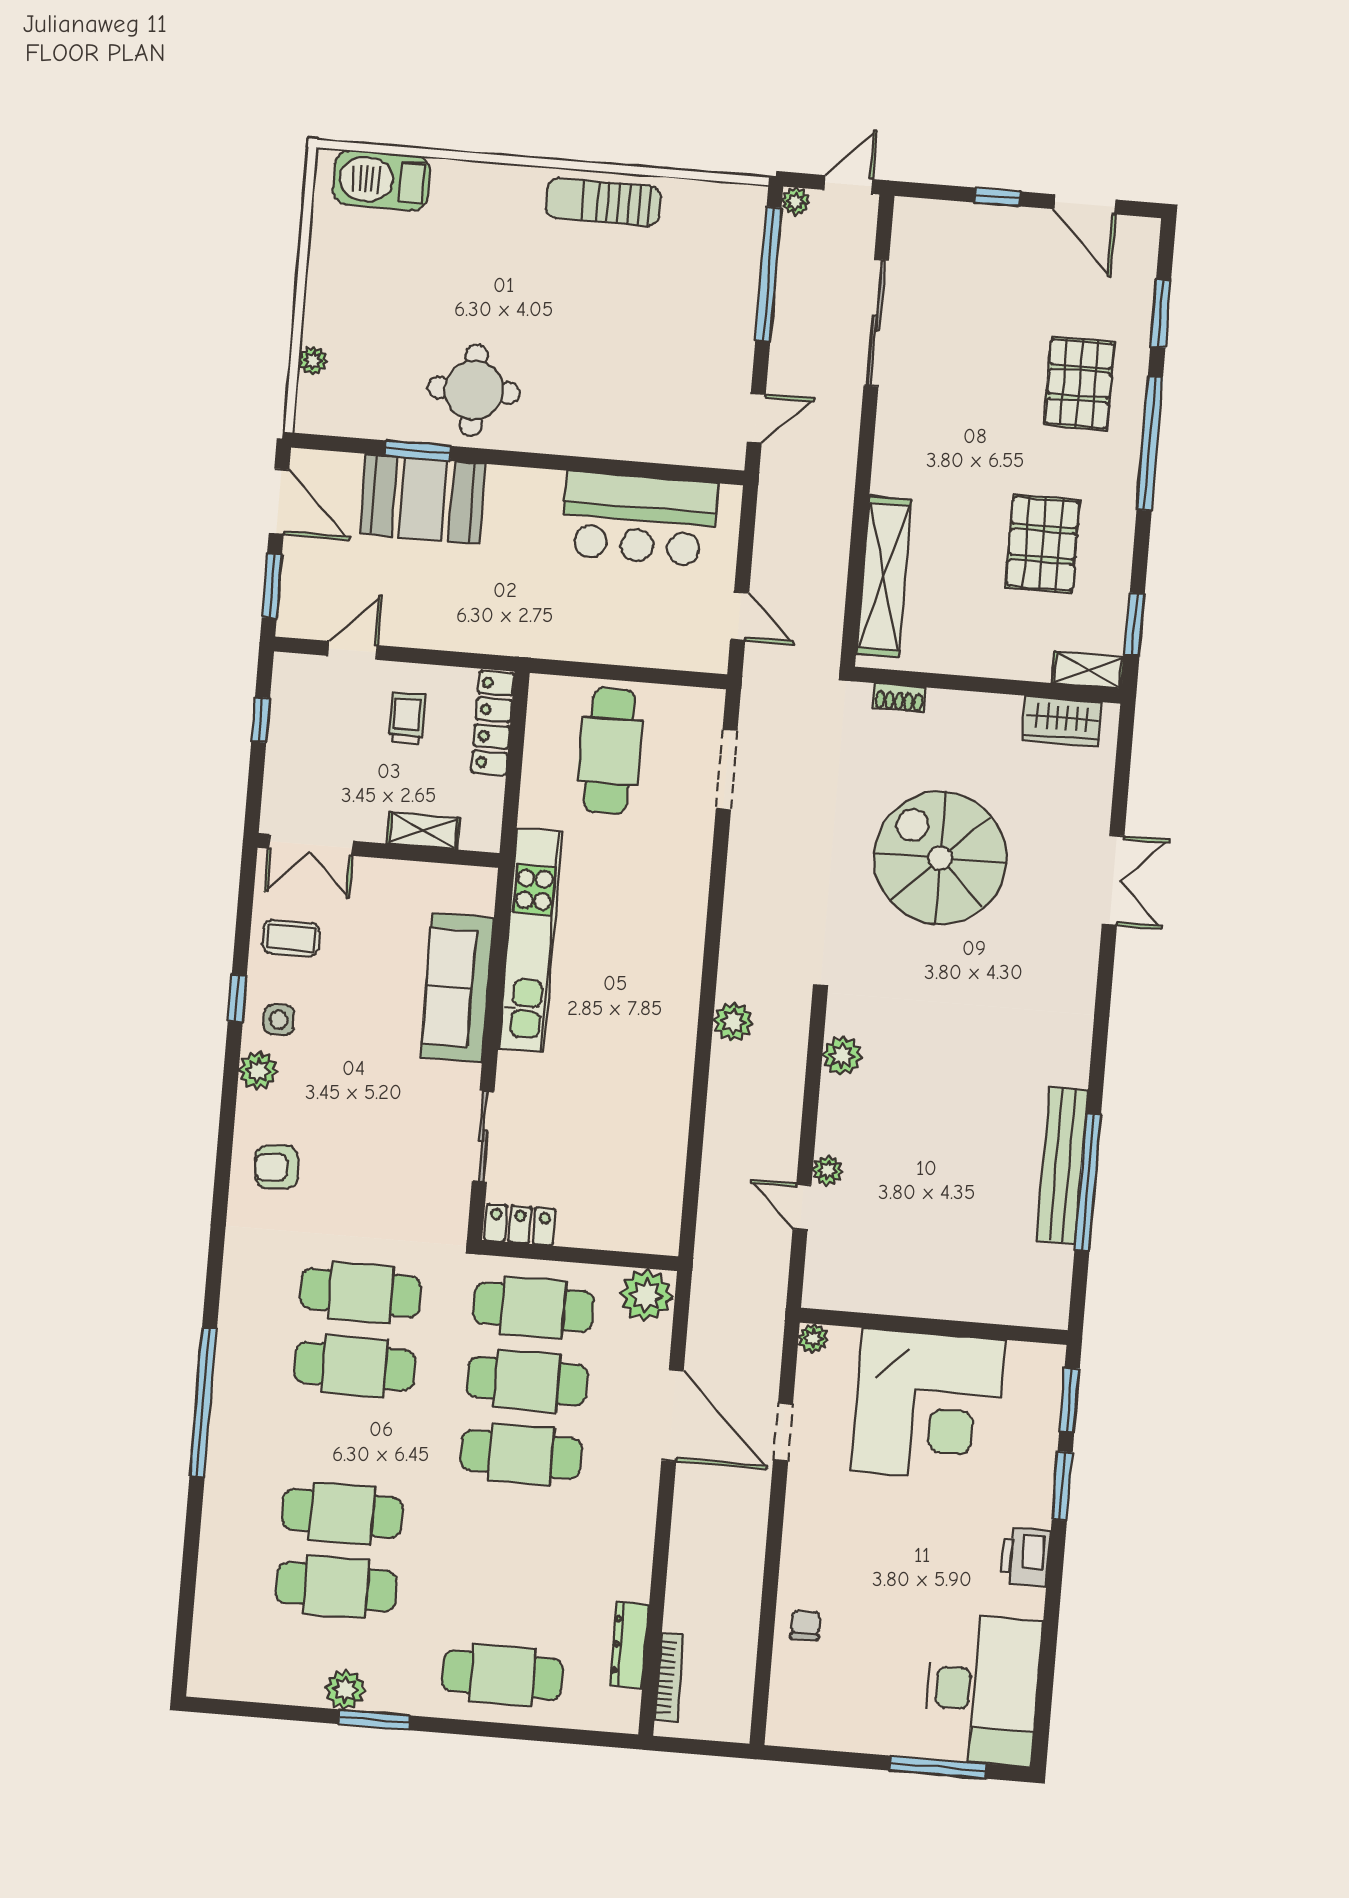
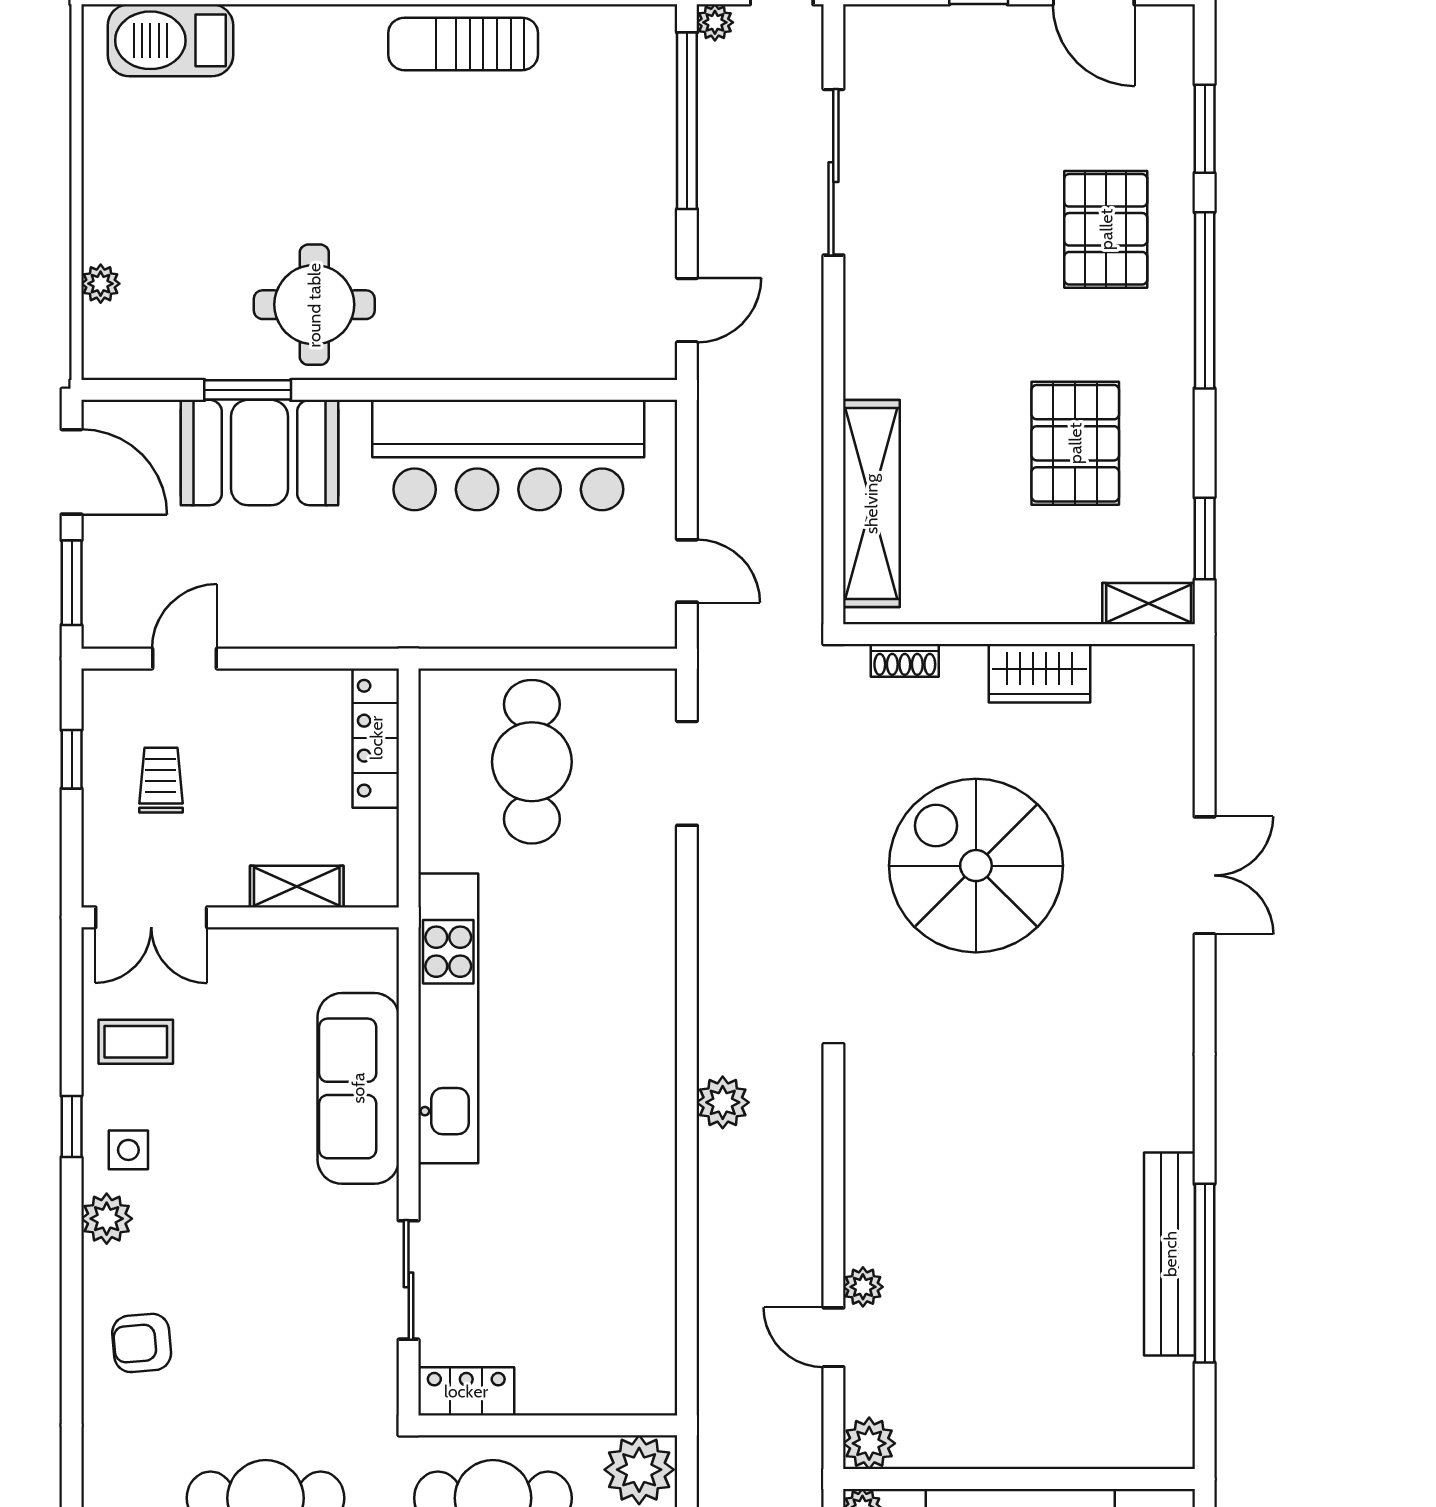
bar counter: (639, 519) -> (508, 455), width x1.36
trolley: (407, 718) -> (161, 780), moved
wardrobe: (1062, 721) -> (1040, 673), moved
plant: (842, 1056) -> (869, 1443), moved

